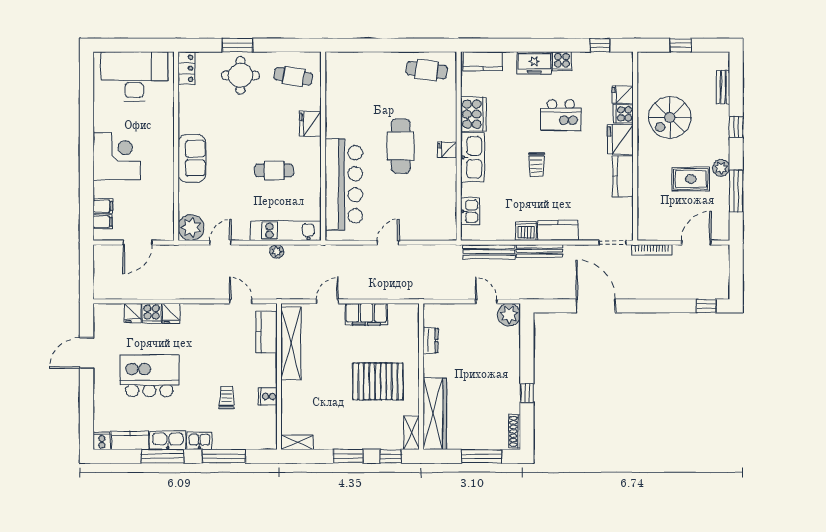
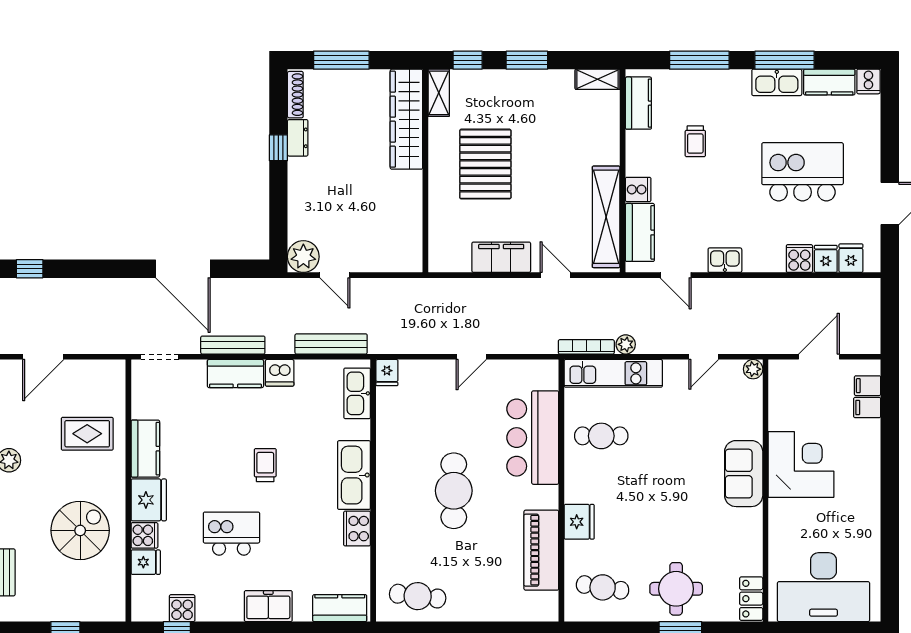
cooker: (562, 61) -> (182, 608), moved
piano: (338, 103) -> (541, 550), added
cooker: (473, 114) -> (357, 529), width x0.73, depth x0.76
fridge: (447, 150) -> (387, 373), moved, turned 90
corner desk: (117, 156) -> (801, 464), moved, turned 180
cafe table: (274, 170) -> (601, 436), moved
rug: (691, 179) -> (87, 434), moved
bar counter: (344, 184) -> (533, 438), width x0.73
kitchen sink: (470, 211) -> (357, 393), width x1.38
plant: (191, 228) -> (753, 369), width x0.53, depth x0.53
bookcase: (652, 250) -> (586, 347), moved
bench: (539, 251) -> (233, 345), moved
door: (327, 301) -> (555, 275), swing flipped
fridge: (171, 314) -> (851, 258), moved
dresser: (430, 341) -> (298, 138), moved, turned 180
kitchen island: (149, 376) -> (803, 172), turned 180
pallet: (378, 381) -> (485, 164), turned 90
cooker: (268, 396) -> (638, 189), moved
kitchen counter: (268, 425) -> (638, 103), added
kitchen sink: (199, 441) -> (725, 260), moved, turned 180

